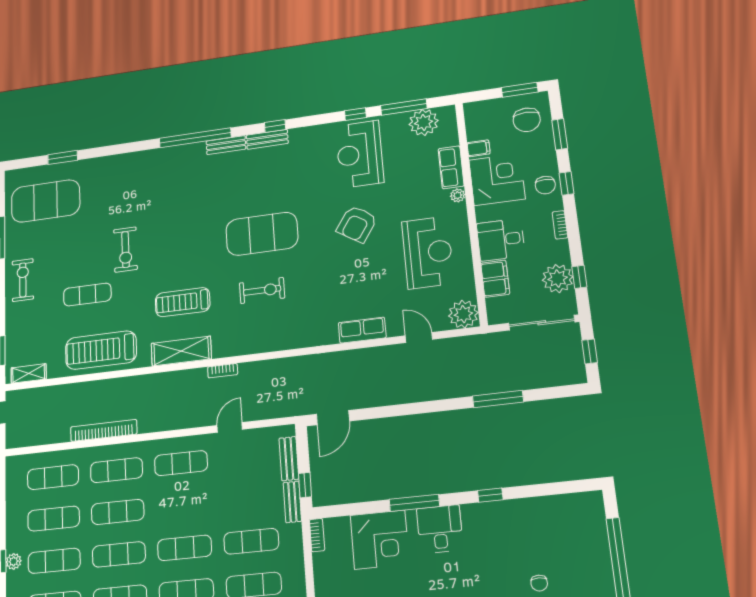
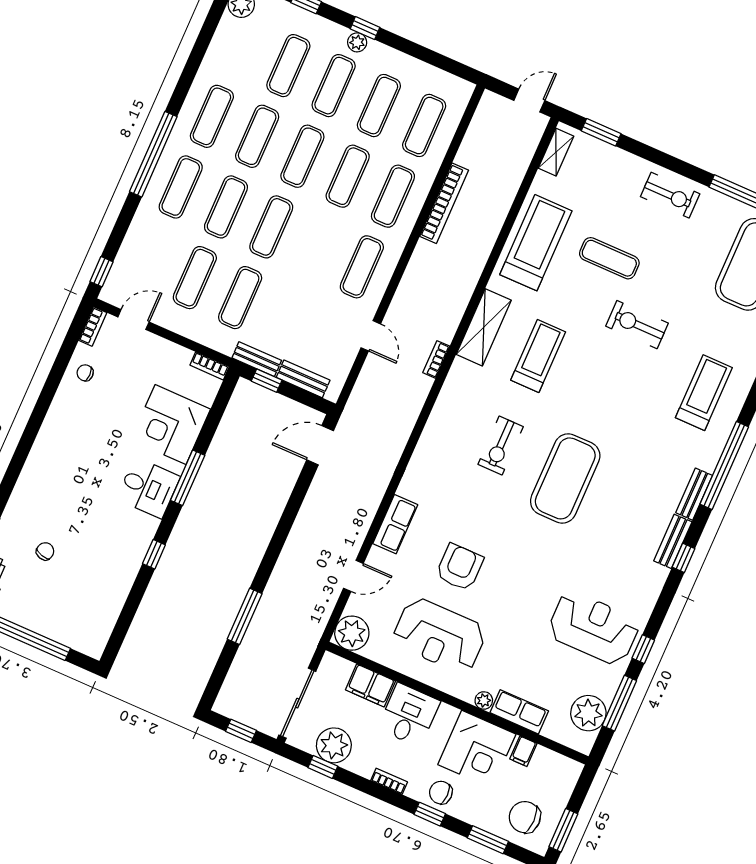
treadmill: (151, 180) -> (704, 393), added
armchair: (357, 224) -> (460, 567), moved, turned 57
exercise mat: (87, 295) -> (609, 258), turned 90
door: (333, 418) -> (320, 445), hinge flipped
chair: (539, 583) -> (45, 551), turned 106

